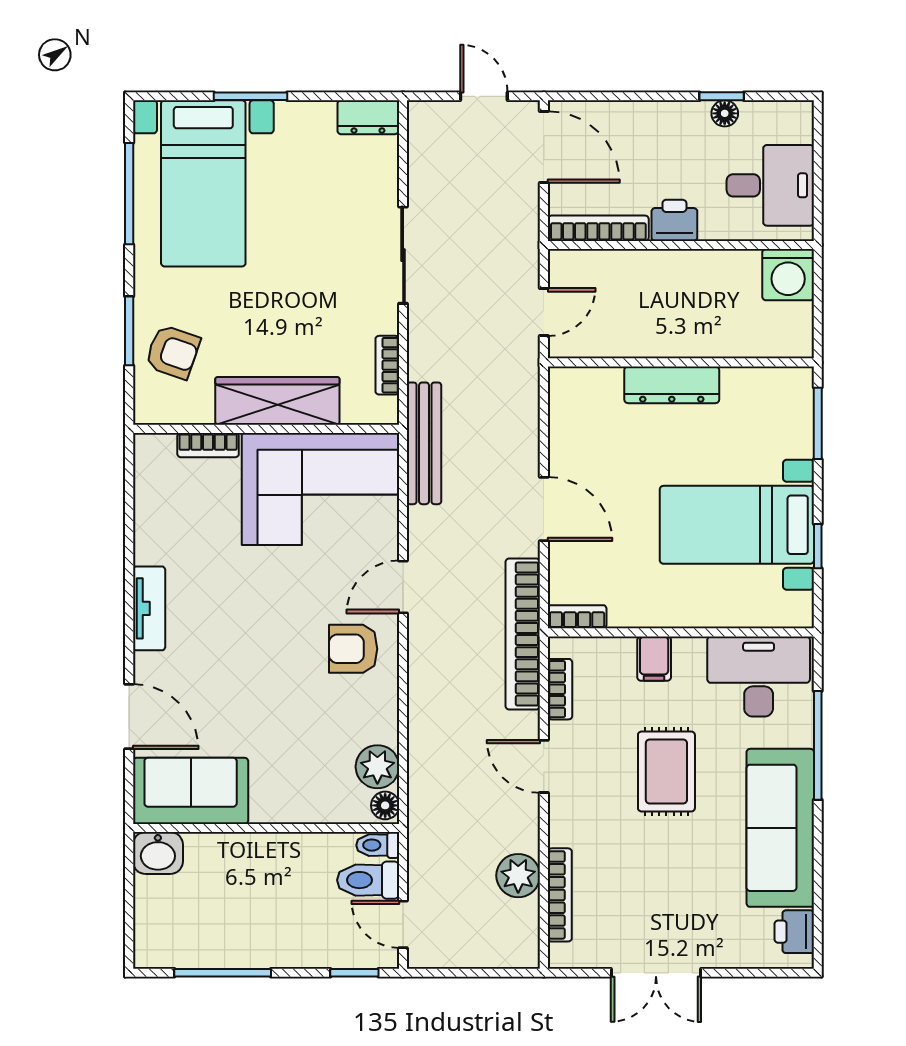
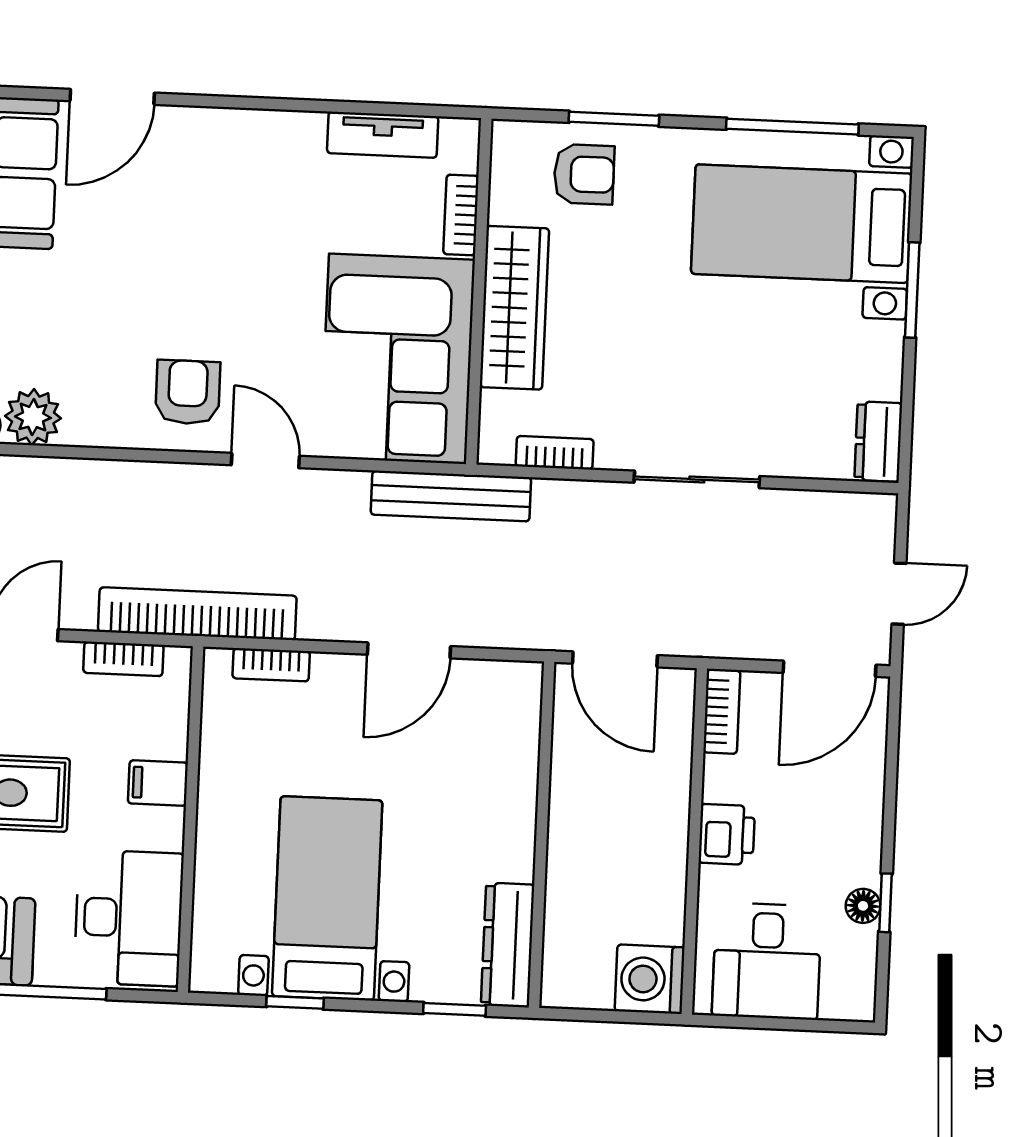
bookcase: (598, 228) -> (722, 712), width x0.64
door: (544, 312) -> (615, 659), width x1.37
armchair: (173, 352) -> (584, 174), turned -109
dresser: (672, 385) -> (508, 945), moved
window: (818, 423) -> (455, 1009), width x0.67
door: (544, 509) -> (409, 650), moved
tv unit: (149, 608) -> (383, 135), moved
bookcase: (577, 617) -> (271, 665), moved, turned 90

